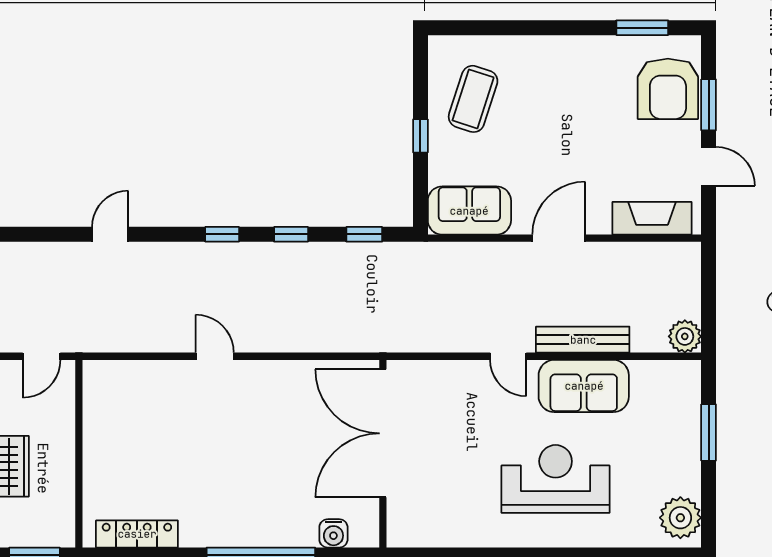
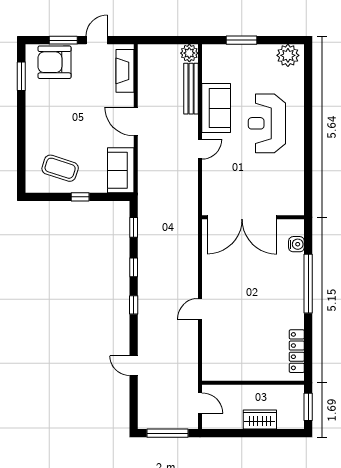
armchair: (668, 89) -> (55, 62), turned 180
bench: (583, 340) -> (191, 89), moved

